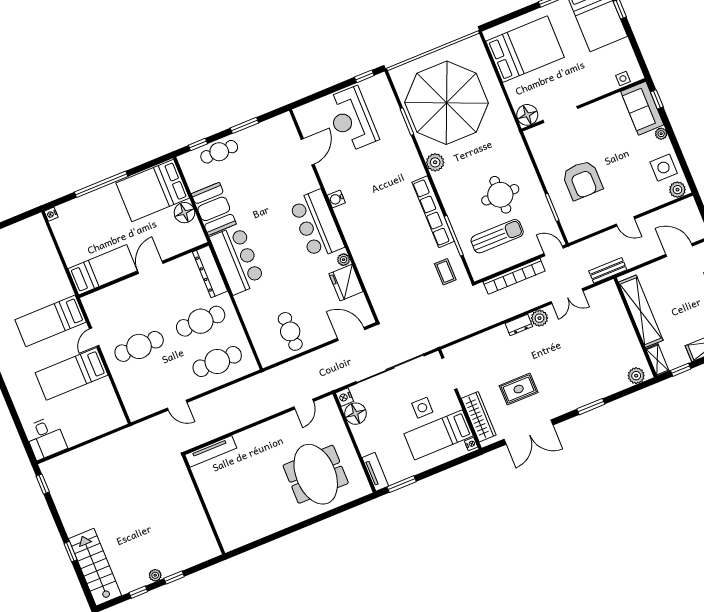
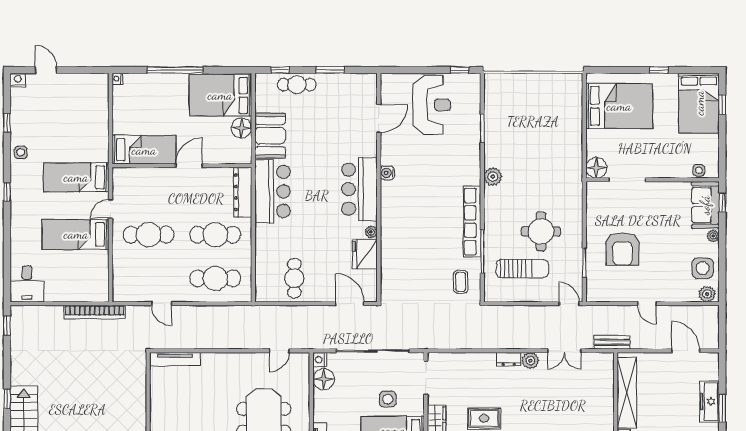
parasol: (447, 103) -> (526, 126), removed
reception desk: (352, 119) -> (432, 105), turned 180
bookcase: (514, 276) -> (95, 312), moved

